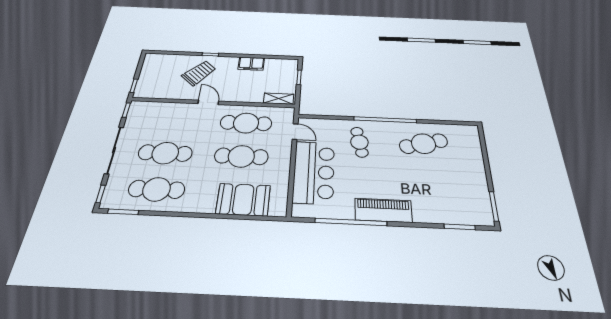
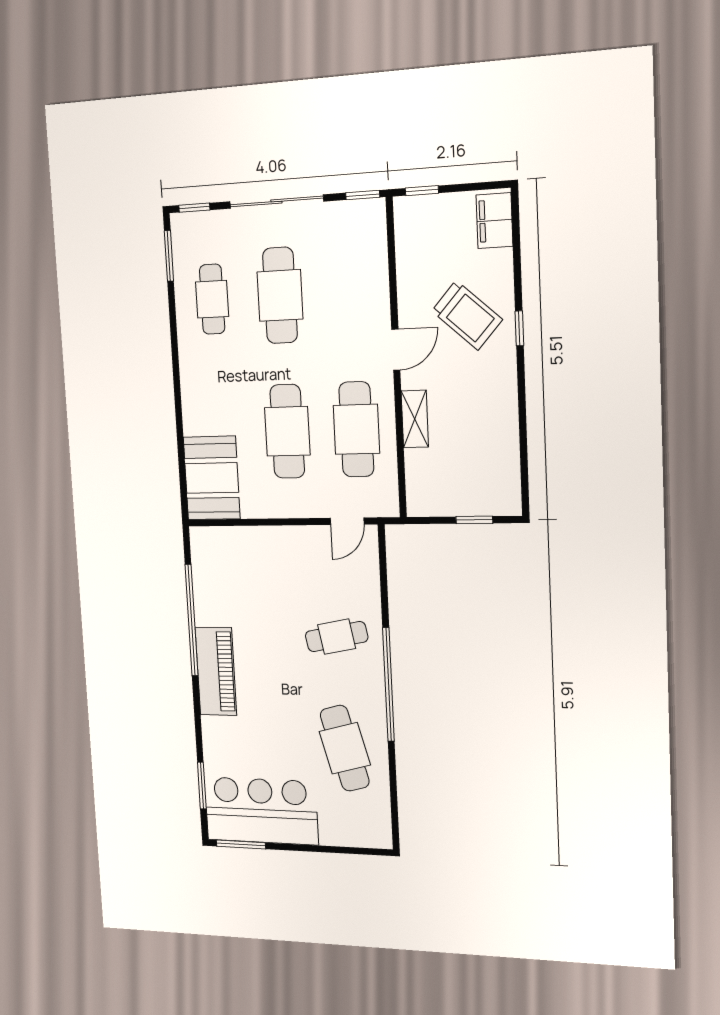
filing cabinet: (251, 64) -> (494, 221), moved
shelving: (279, 99) -> (415, 419), moved
bar counter: (314, 172) -> (261, 811), moved, turned 180
cafe table: (157, 189) -> (212, 299), width x0.73, depth x0.74
booth: (243, 200) -> (212, 478), moved

